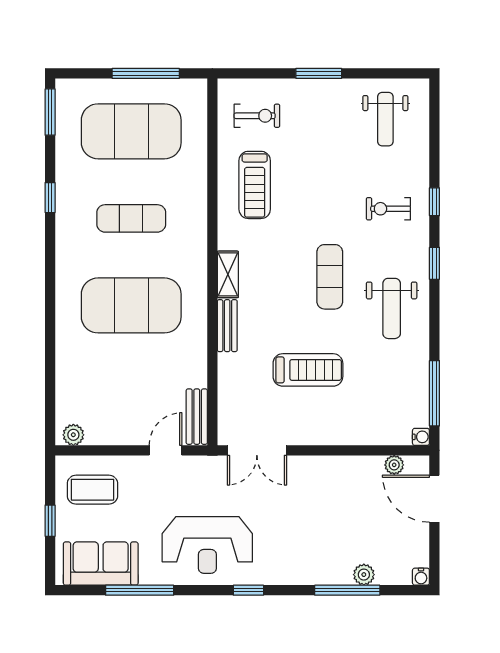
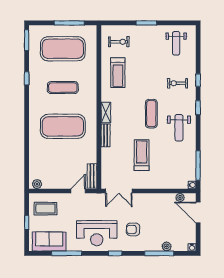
treadmill: (308, 370) -> (142, 155), turned -90
armchair: (289, 536) -> (133, 229), added

